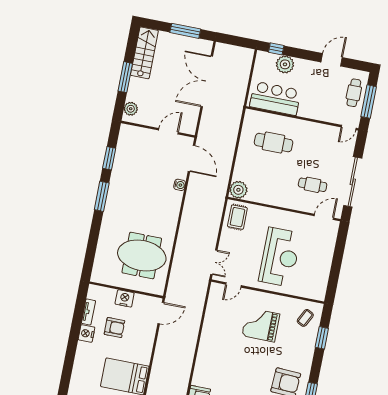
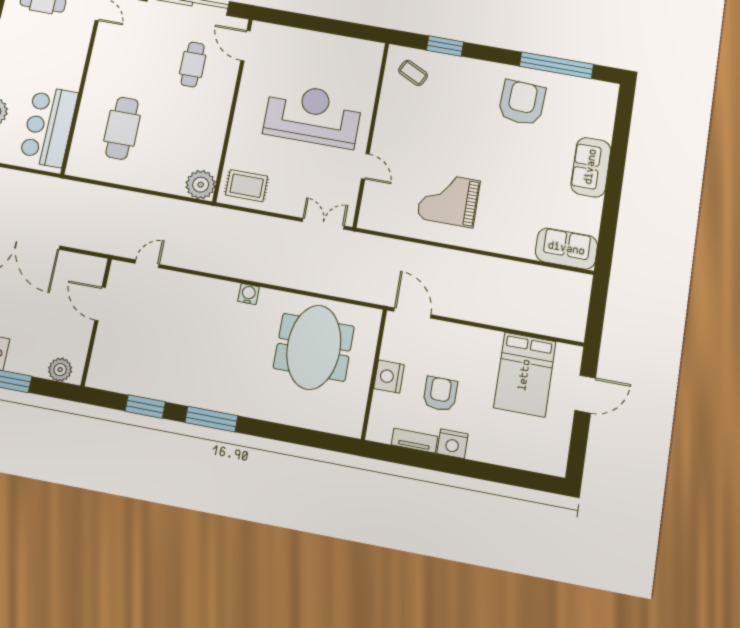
door: (191, 158) -> (147, 264), width x0.53
water cooler: (180, 185) -> (249, 294), moved
door: (233, 285) -> (365, 166), moved
grand piano: (261, 325) -> (449, 199), moved, turned 90

